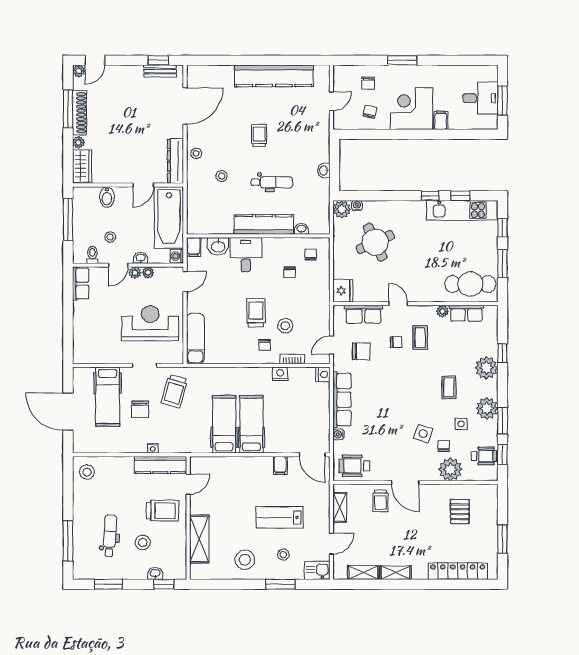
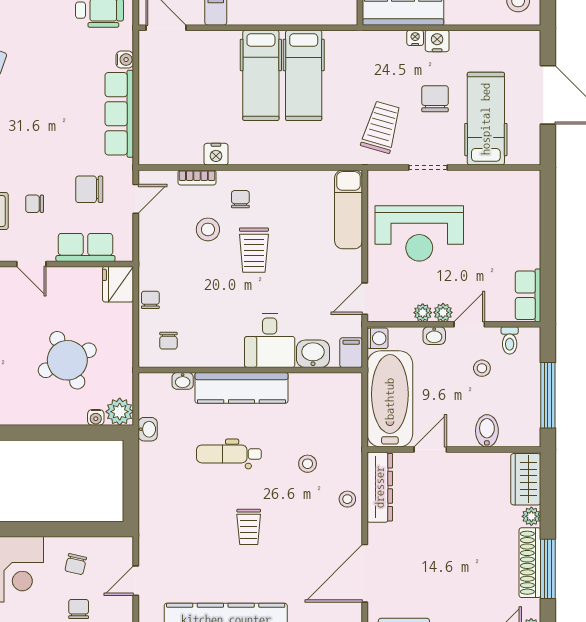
washbasin: (324, 170) -> (148, 429), moved
chair: (290, 272) -> (150, 300), moved
nightstand: (323, 374) -> (437, 41), moved, turned 90

